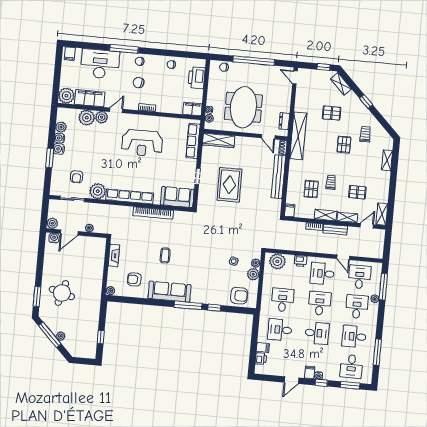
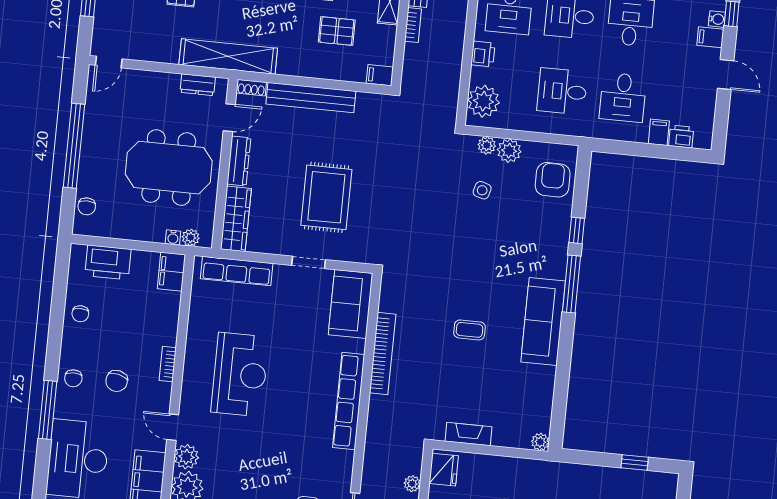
dresser: (247, 142) -> (239, 161), added
rug: (229, 185) -> (326, 197), turned 90
plant: (98, 191) -> (337, 466), removed
fridge: (96, 243) -> (444, 470), added
armchair: (134, 279) -> (518, 393), removed

